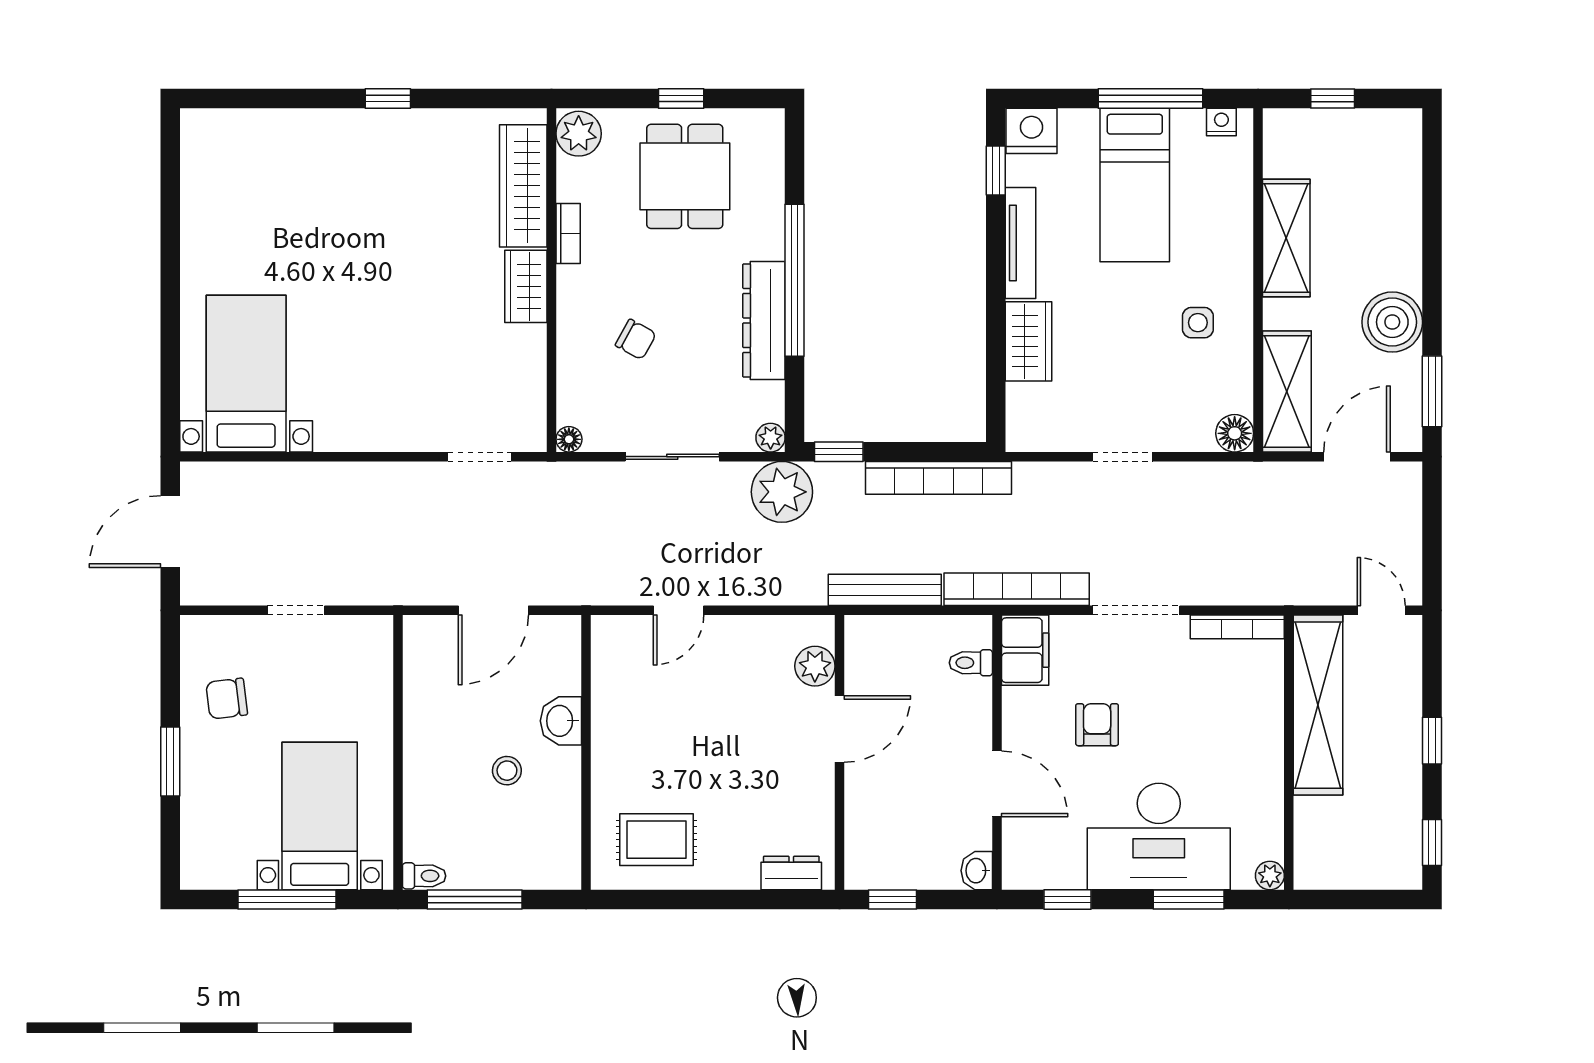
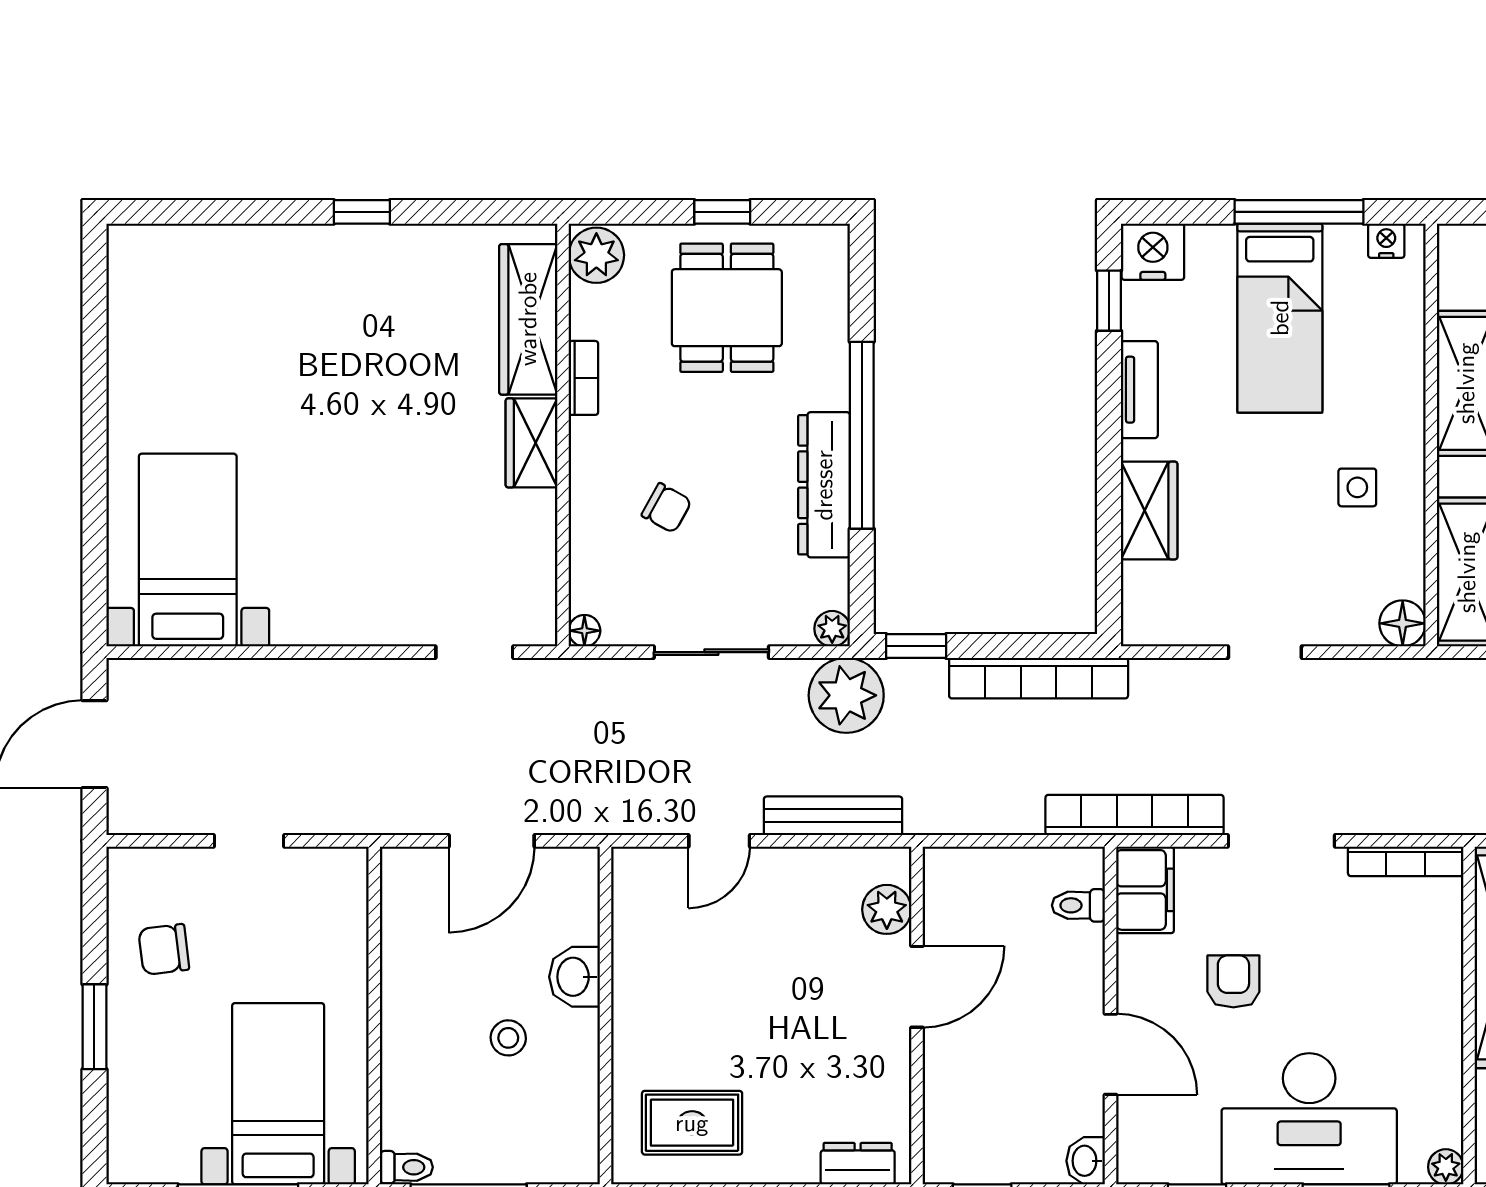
tv unit: (1020, 243) -> (1139, 390), width x0.71
bench: (885, 590) -> (833, 816), moved

